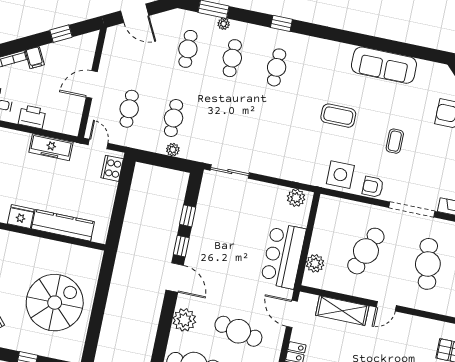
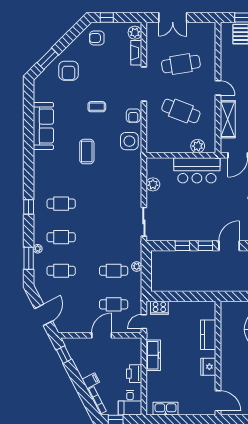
window: (61, 34) -> (64, 355), moved
door: (92, 85) -> (102, 335), swing flipped
plant: (296, 198) -> (153, 184), moved
kitchen counter: (63, 225) -> (208, 335), width x0.67

